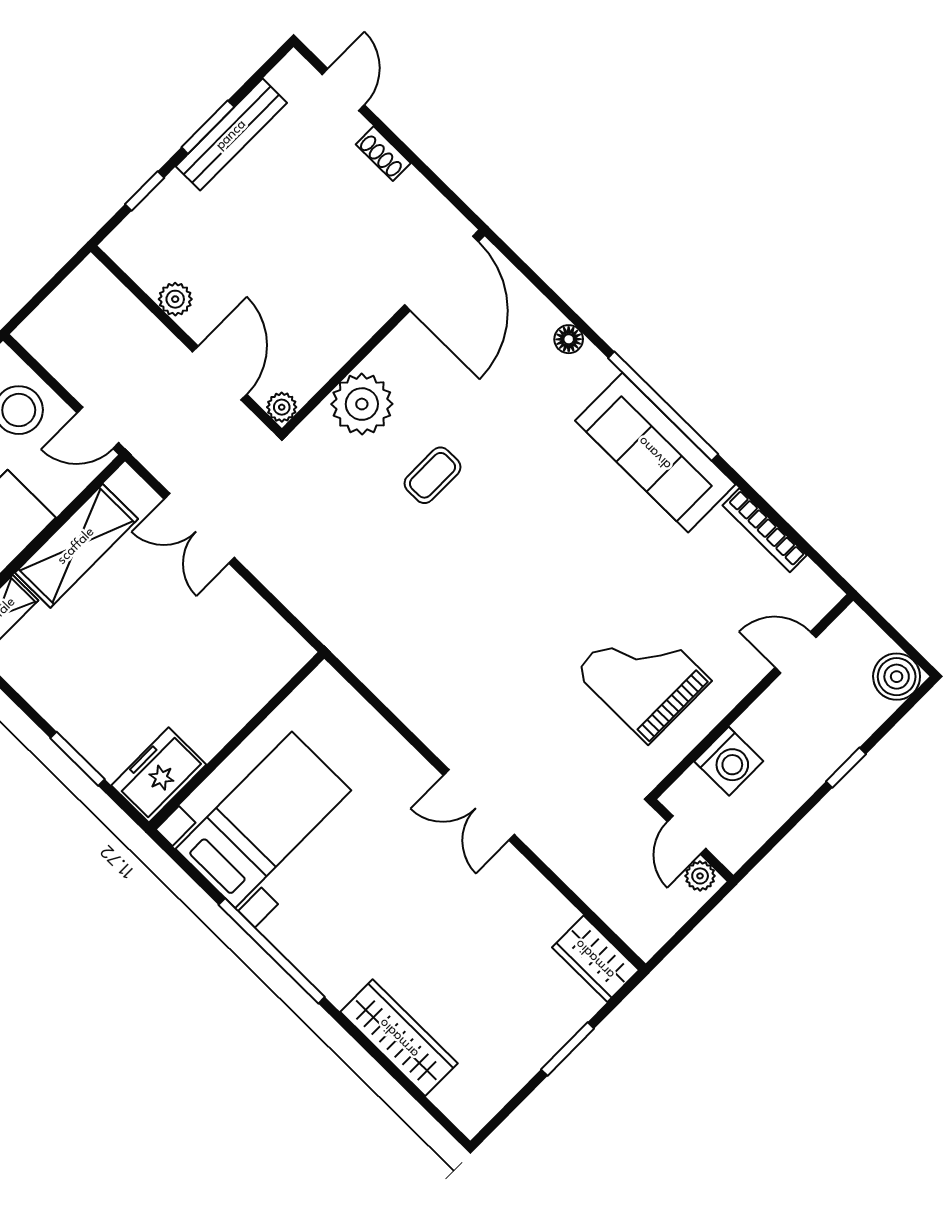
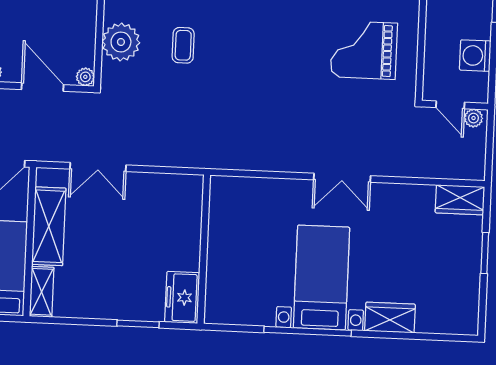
washing machine: (729, 761) -> (475, 56), moved, turned 180
bed with nightstands: (263, 820) -> (322, 278), moved
wardrobe: (399, 1038) -> (390, 318), width x0.67

